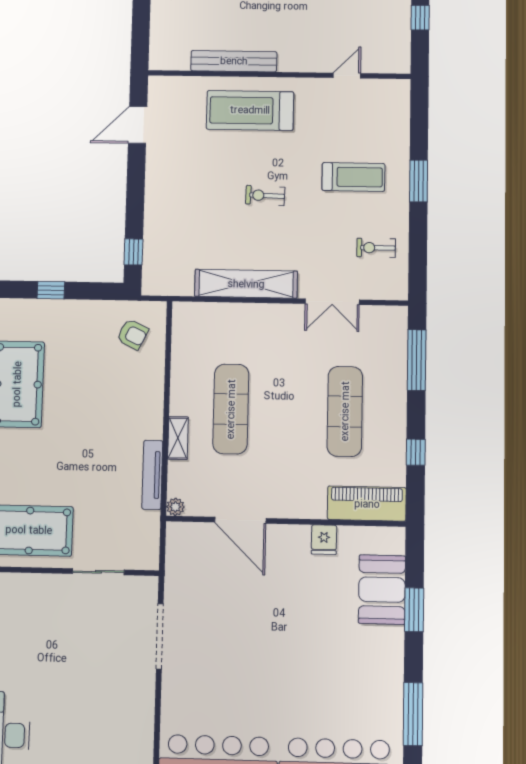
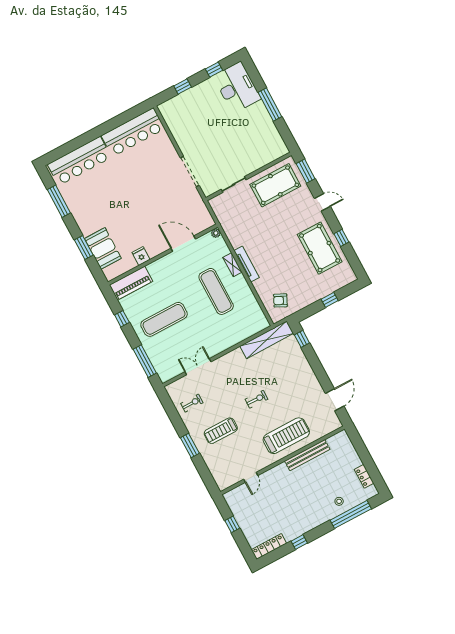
shelving: (246, 284) -> (267, 340), moved
exercise mat: (345, 411) -> (164, 319), turned 90
tv unit: (152, 475) -> (247, 264), moved

